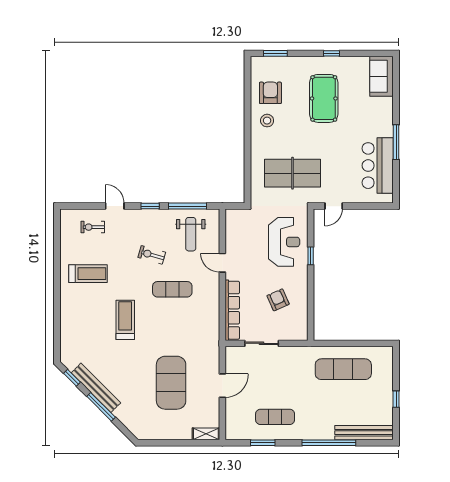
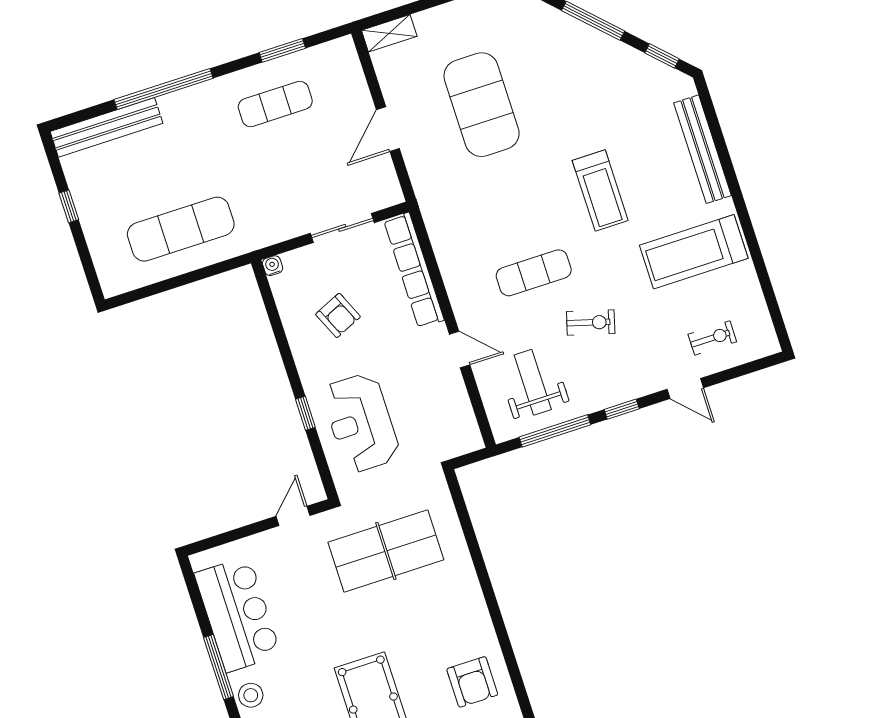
stool: (267, 121) -> (251, 695), moved
treadmill: (88, 274) -> (694, 252), width x1.37, depth x1.38
water cooler: (303, 336) -> (273, 266), added
bench: (96, 388) -> (703, 149), moved, turned 45

